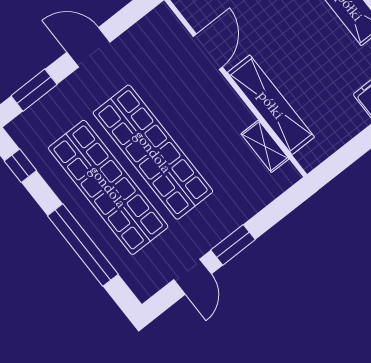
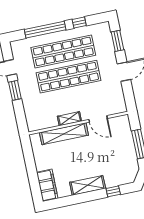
shelving: (265, 146) -> (69, 119), moved
window: (20, 166) -> (79, 22), moved

